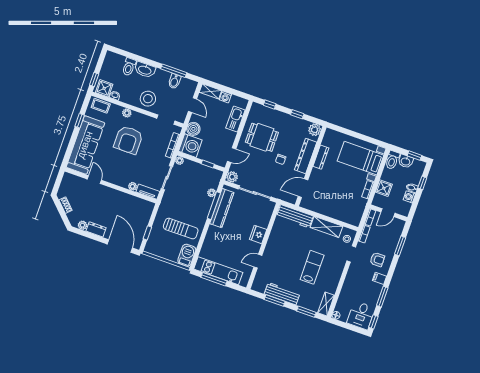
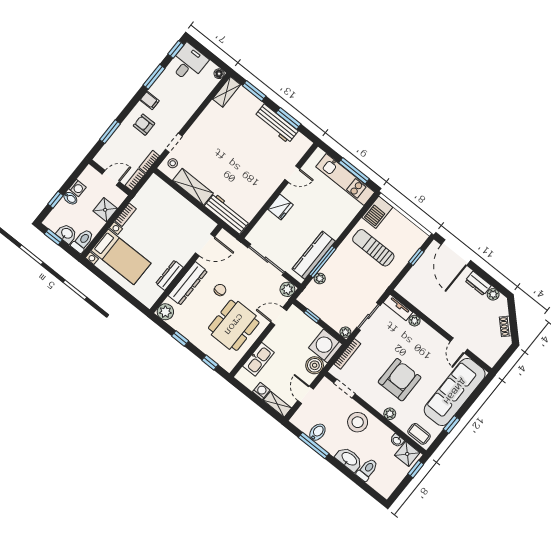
dining table: (262, 137) -> (234, 325), width x1.38
lab bench: (312, 267) -> (228, 143), removed

